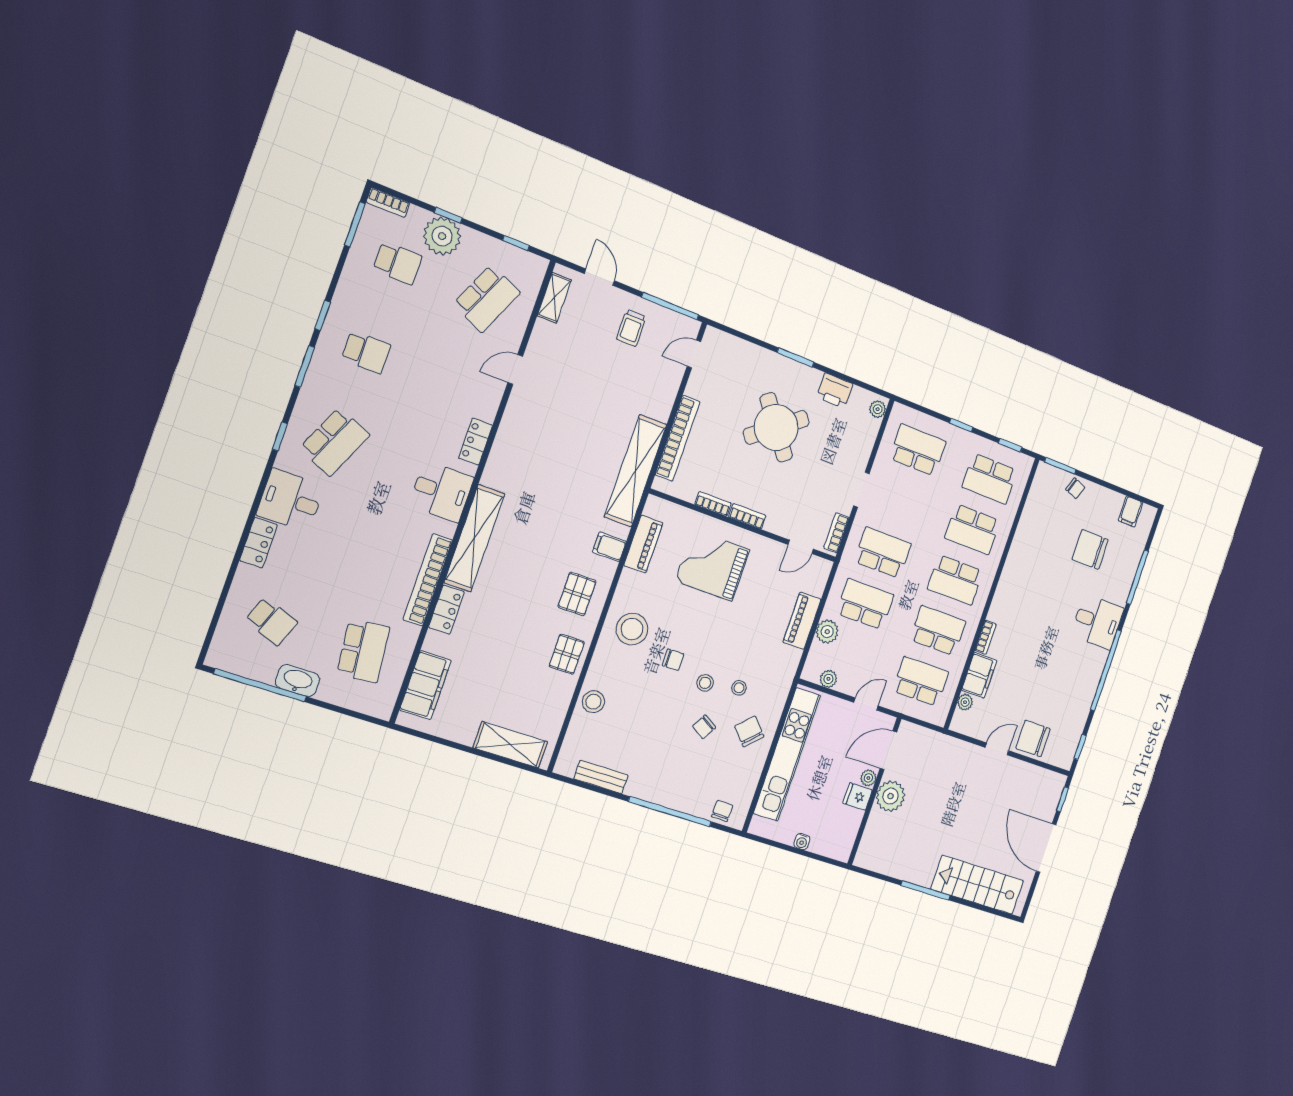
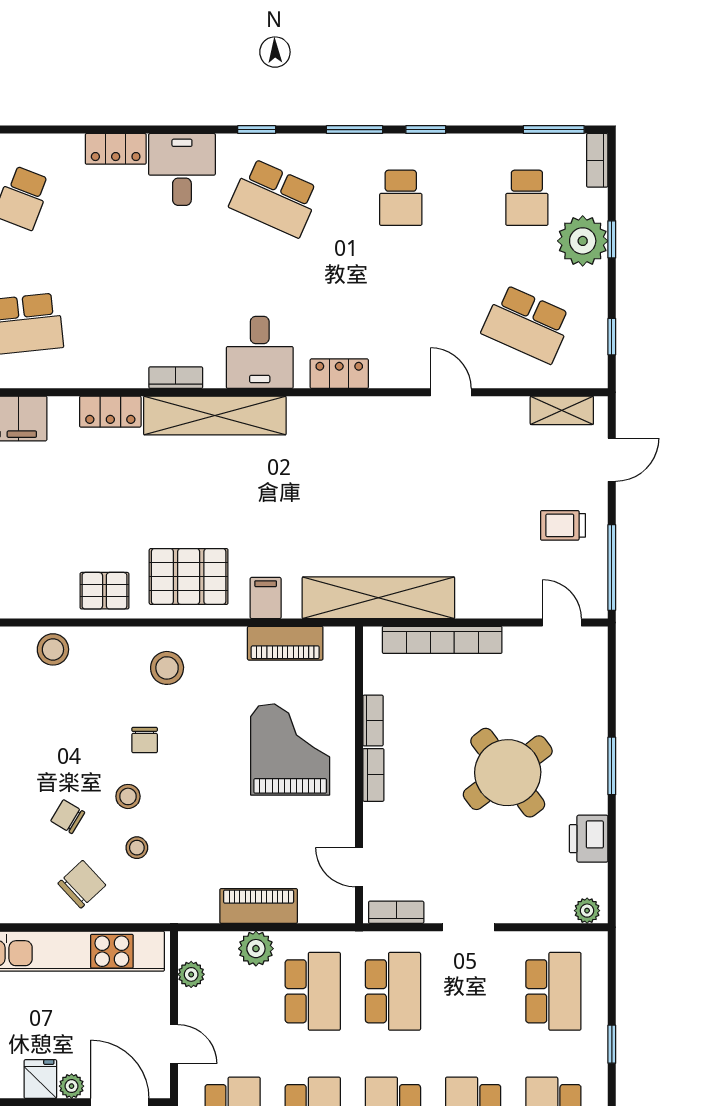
bookcase: (428, 580) -> (176, 378), width x0.43, depth x0.76
pallet: (577, 594) -> (189, 576), width x1.50, depth x1.42
stool: (632, 629) -> (167, 668), width x0.73, depth x0.73

